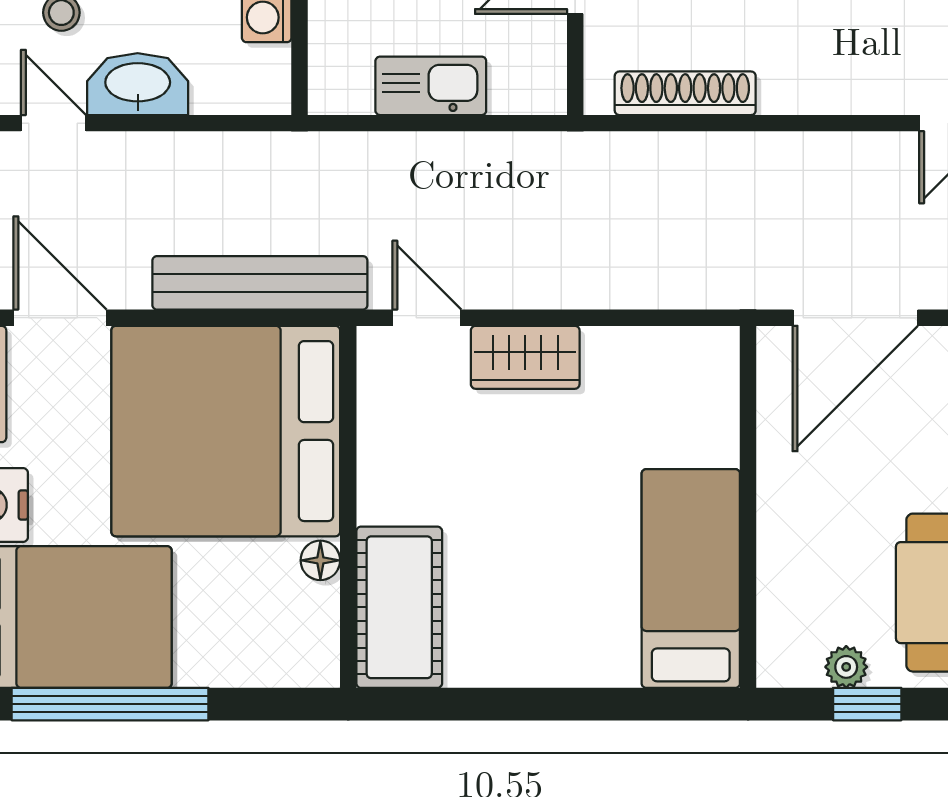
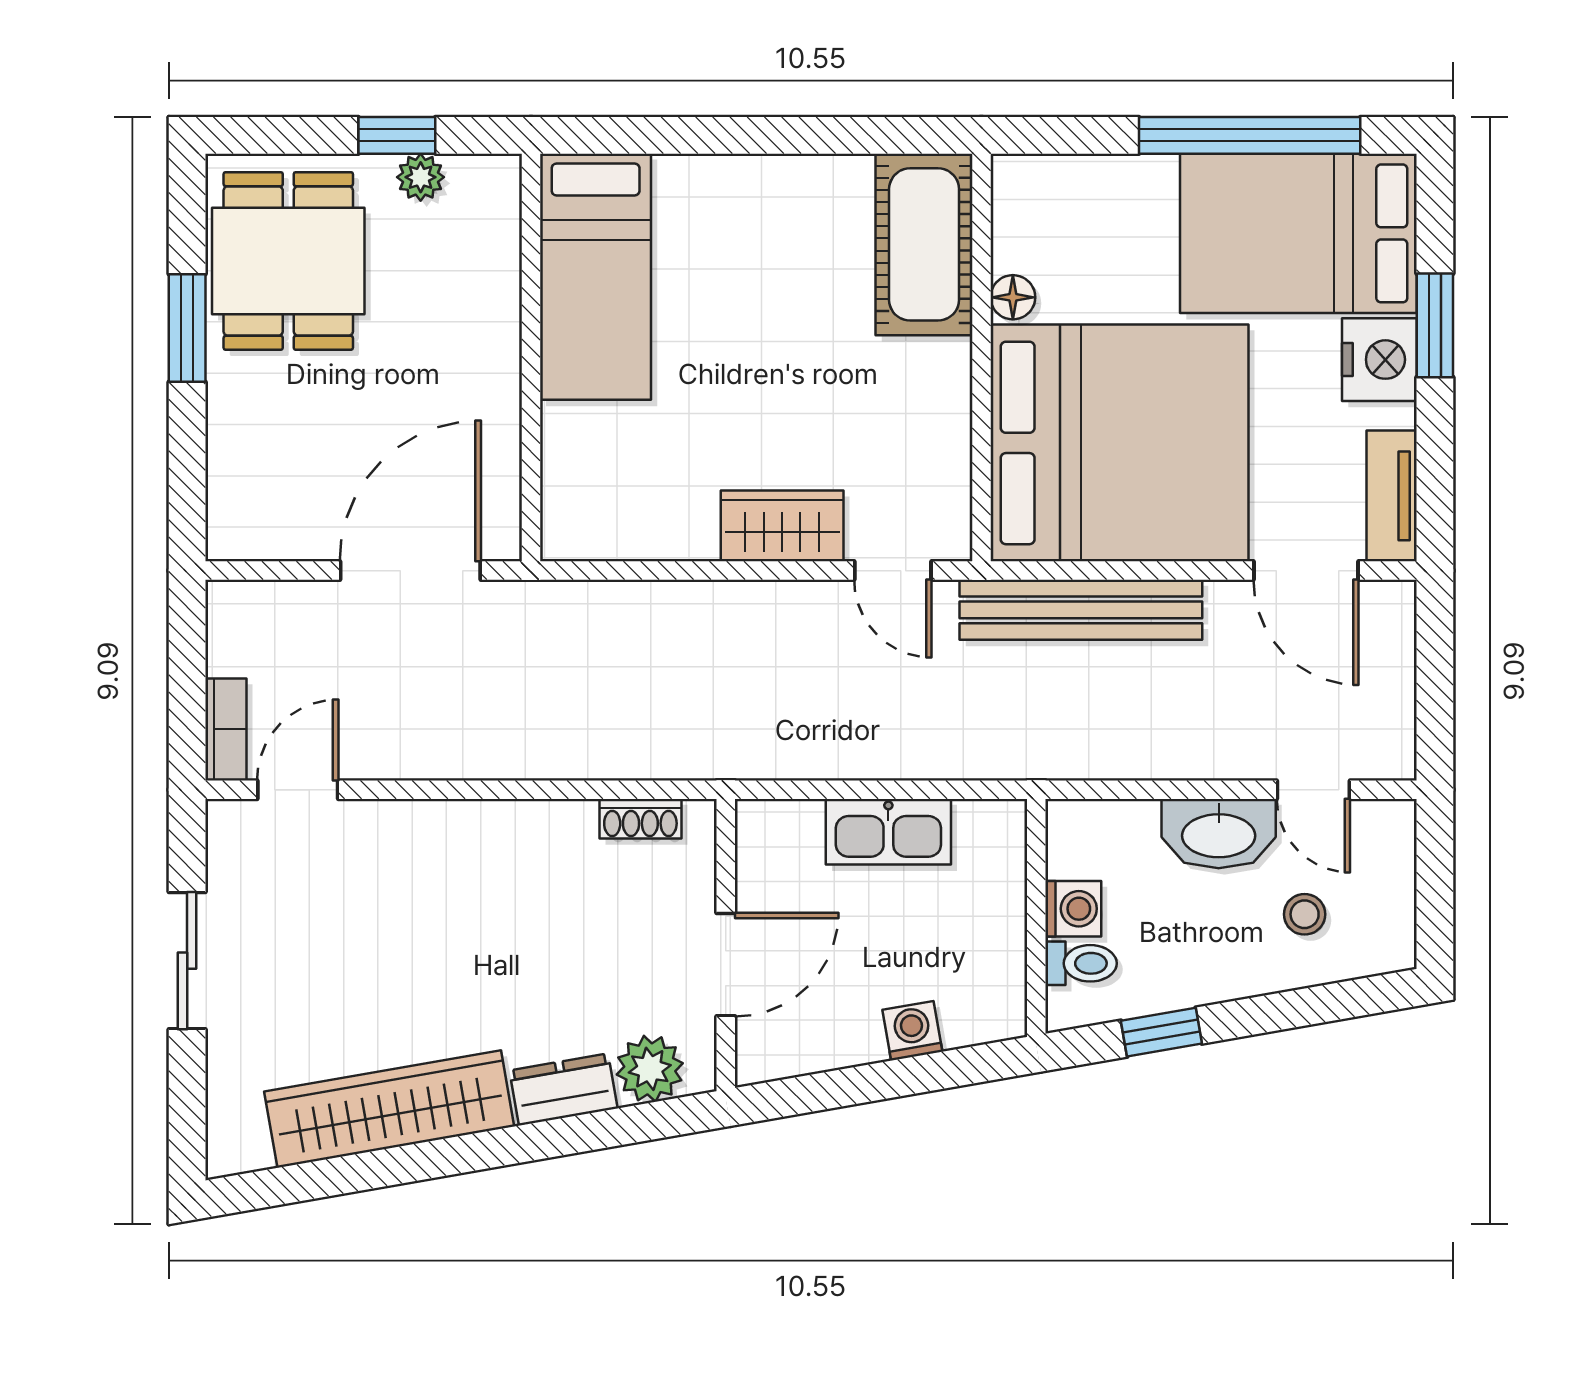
shoe rack: (685, 93) -> (640, 819), width x0.51, depth x0.81

